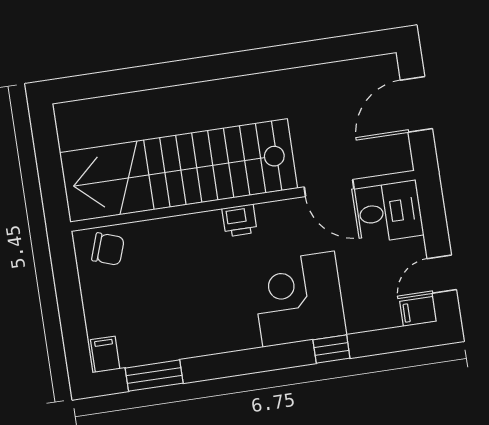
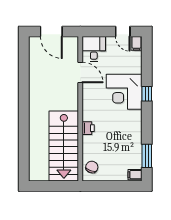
stairs: (179, 170) -> (64, 146), width x0.73
door: (329, 188) -> (80, 72), hinge flipped
printer: (240, 220) -> (88, 128), moved
window: (331, 349) -> (147, 94), moved

